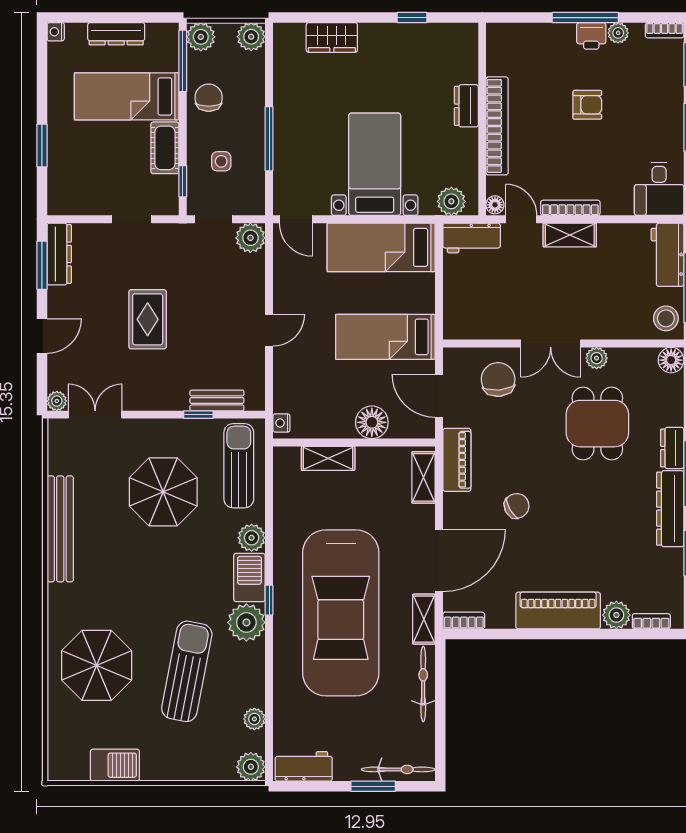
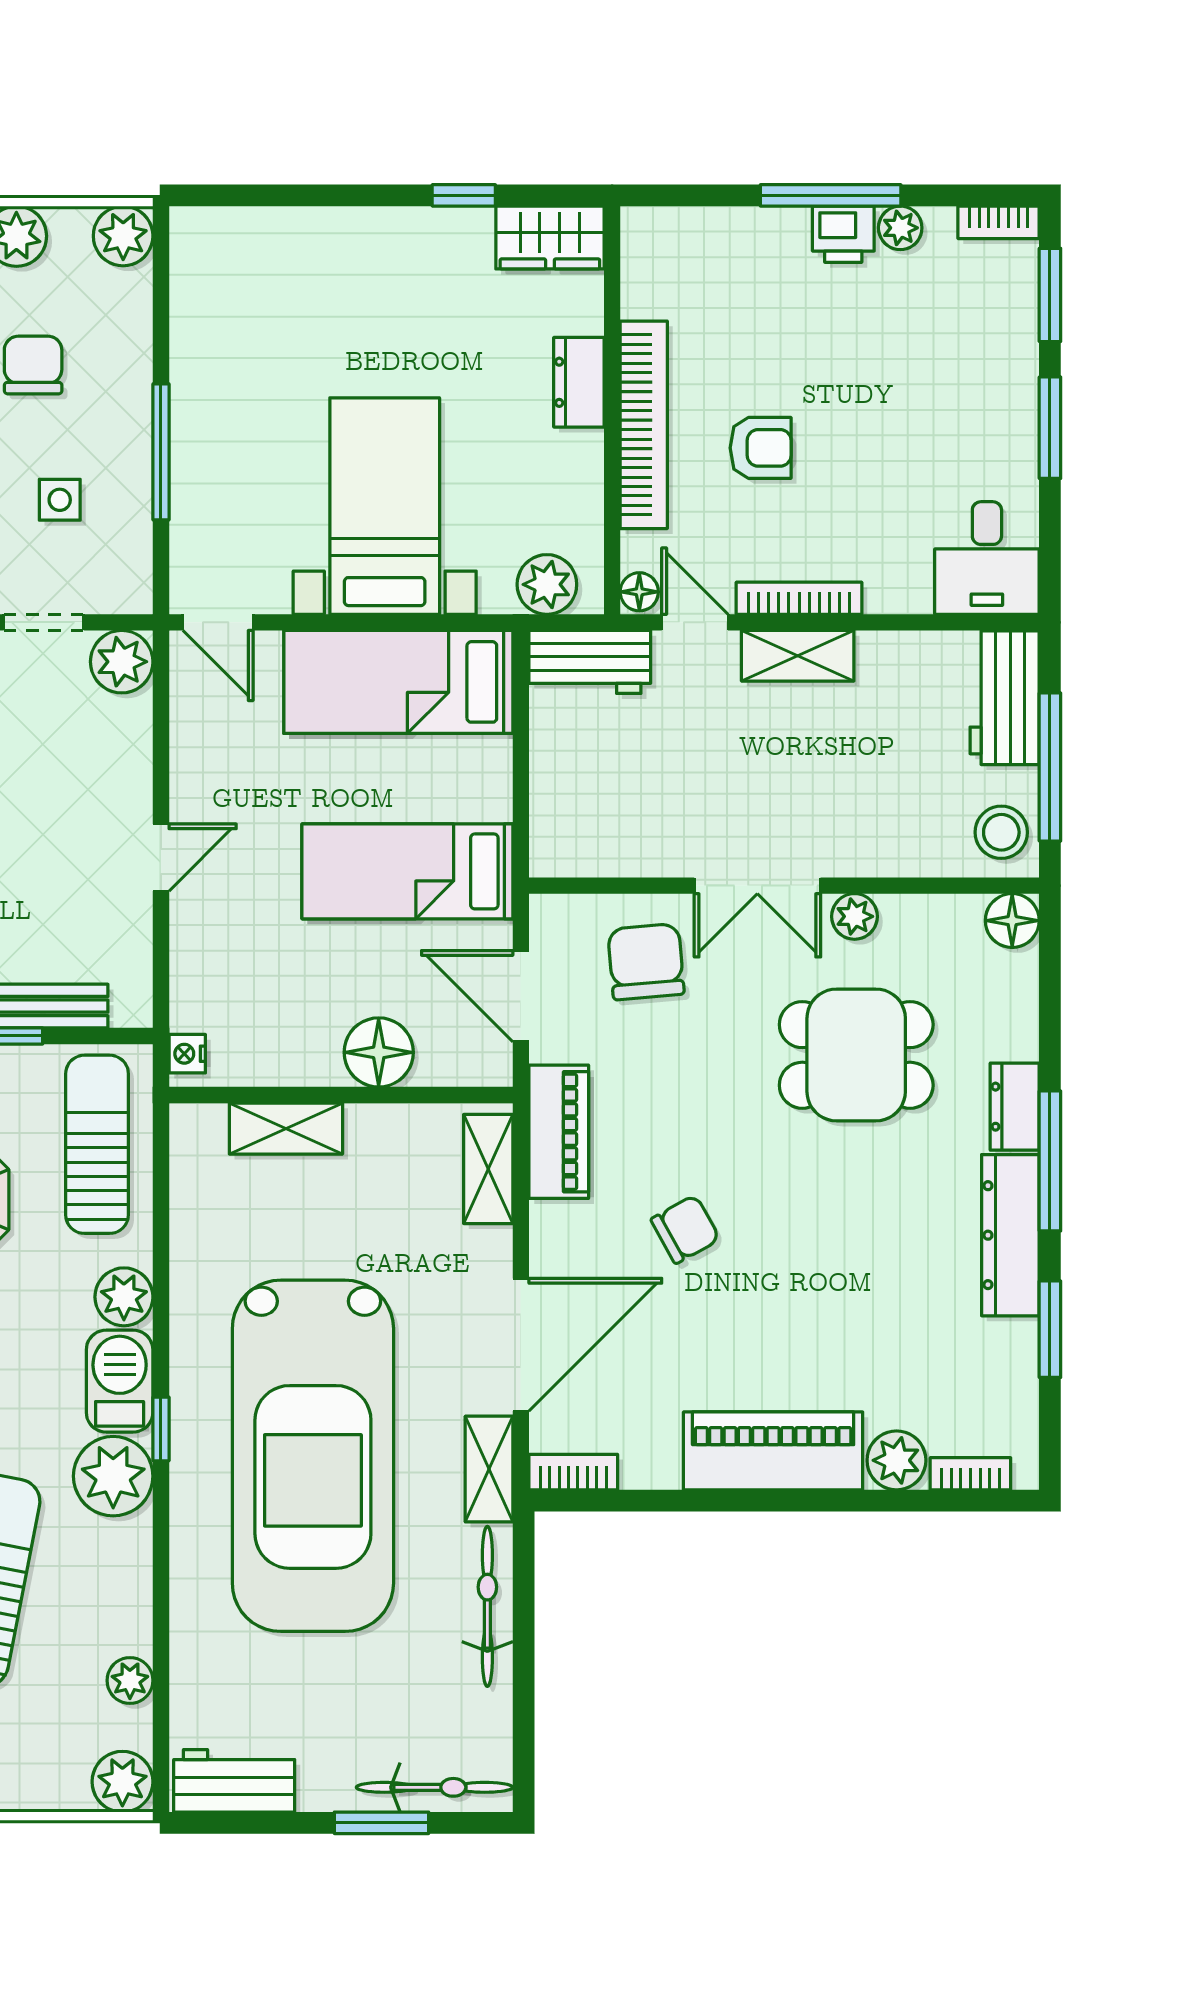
wardrobe: (332, 37) -> (550, 238), moved
armchair: (587, 105) -> (761, 448), moved
dining table: (597, 424) -> (856, 1055), turned 90

